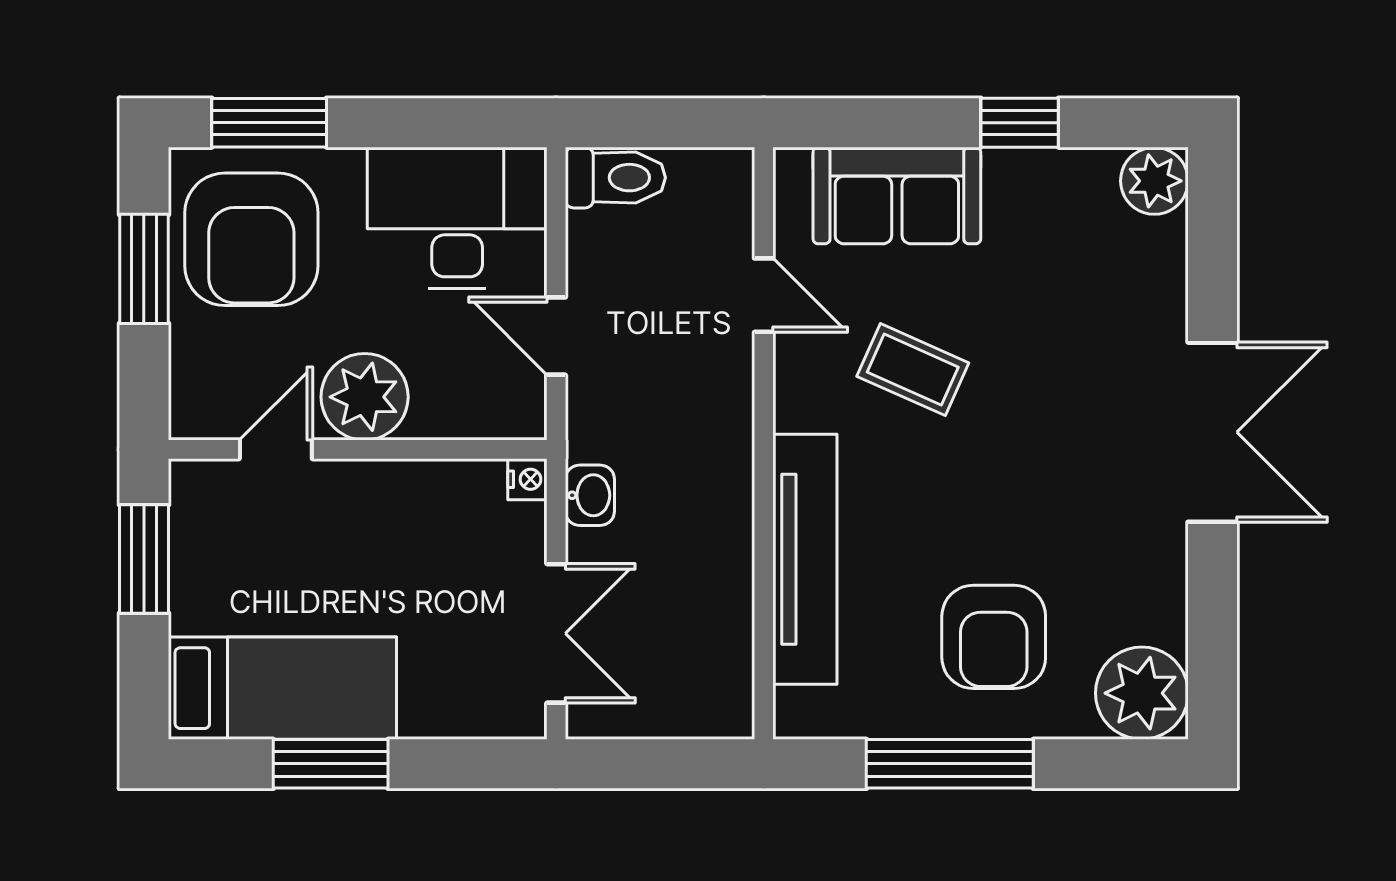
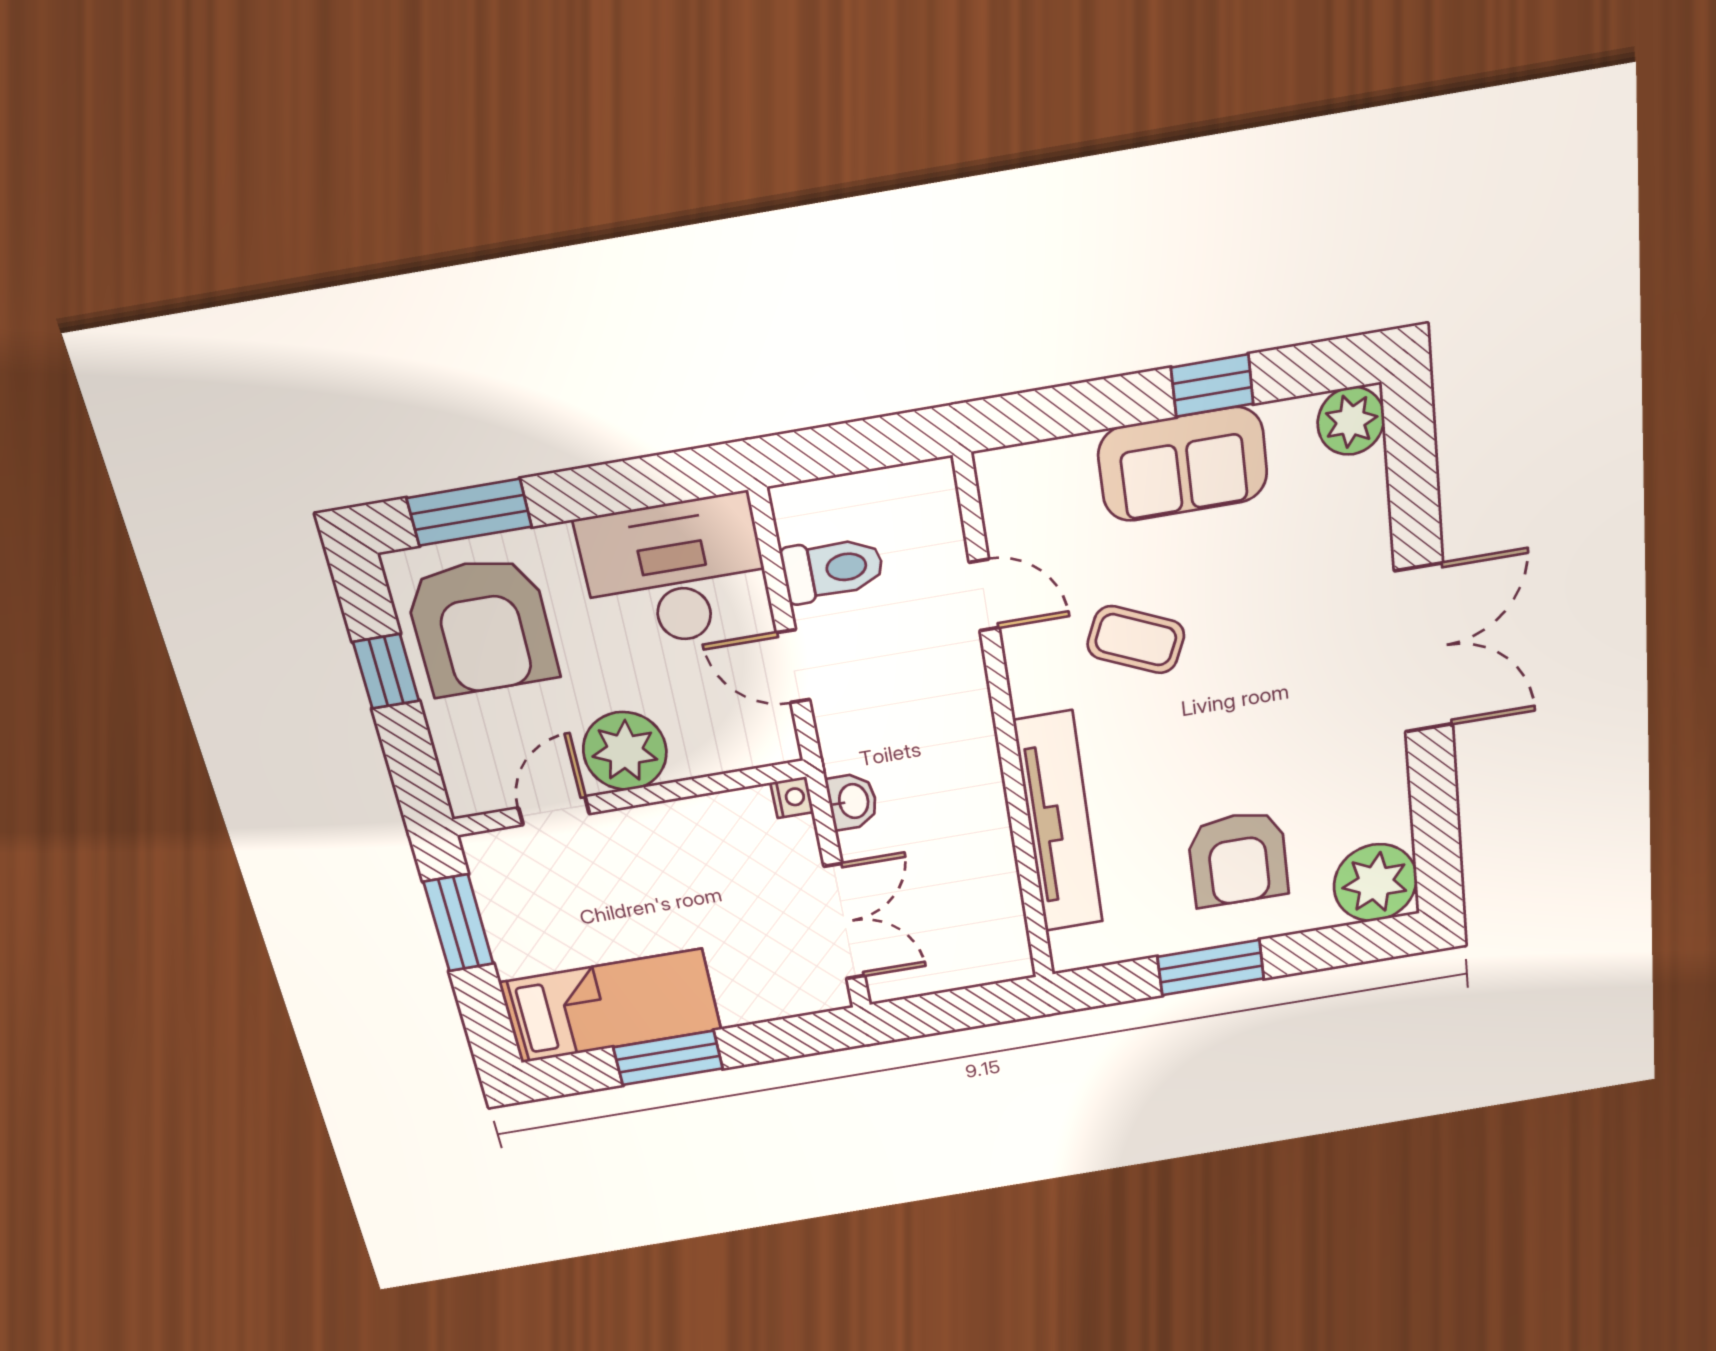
toilet: (615, 178) -> (833, 569), moved
sofa: (897, 195) -> (1183, 464), moved
window: (144, 269) -> (386, 671), width x0.67
window: (950, 764) -> (1211, 968), width x0.69

